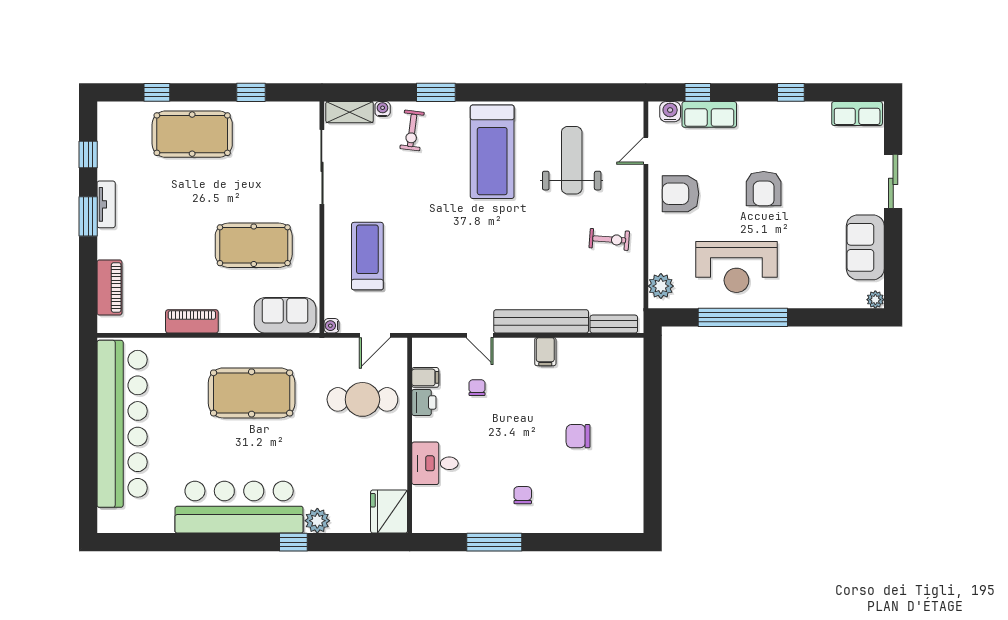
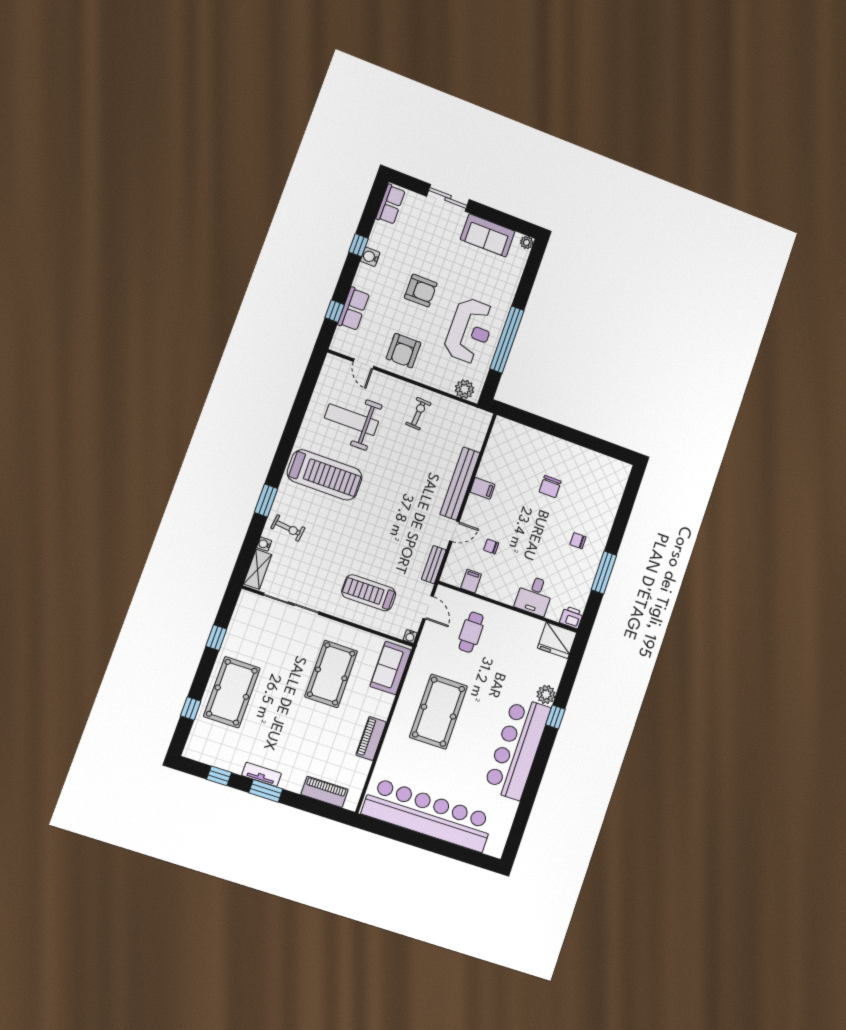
water cooler: (670, 112) -> (370, 257), moved
bench: (614, 324) -> (434, 565), moved
cafe table: (362, 399) -> (471, 632), width x0.73, depth x0.74
printer: (424, 402) -> (571, 617), moved

